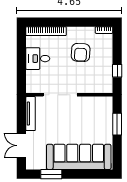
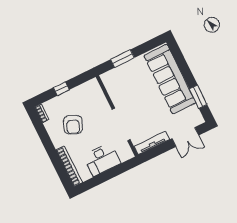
armchair: (81, 52) -> (73, 125), turned 110
desk: (38, 59) -> (102, 159), width x1.37
window: (117, 71) -> (61, 89), moved

